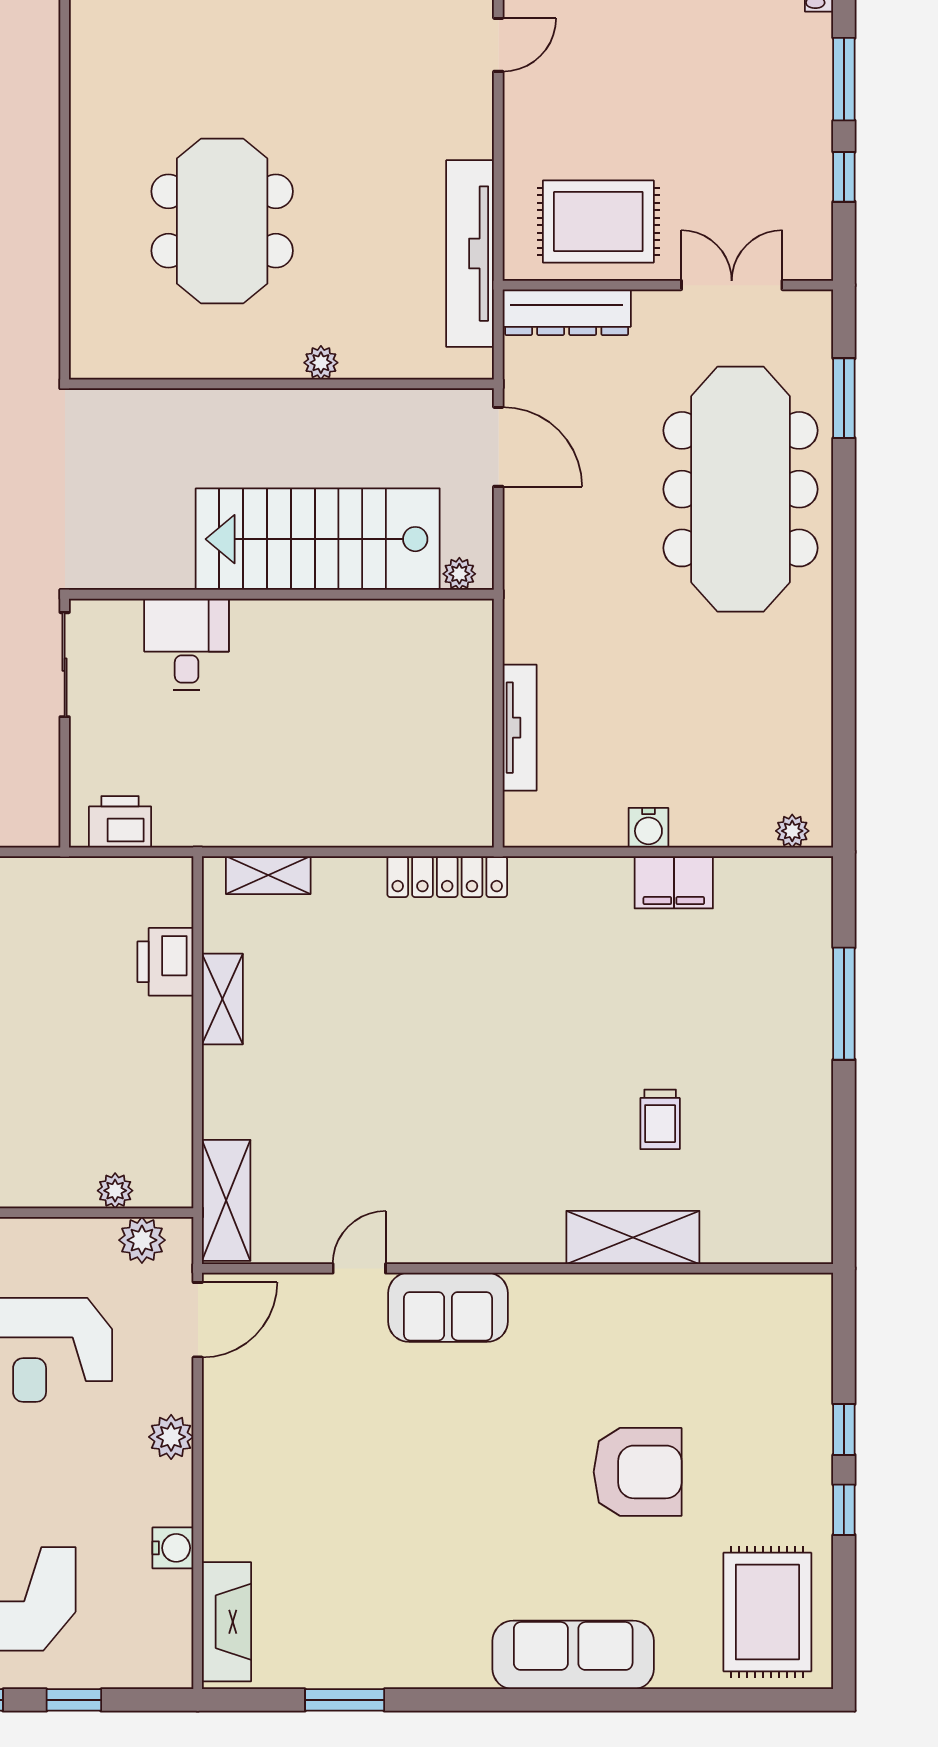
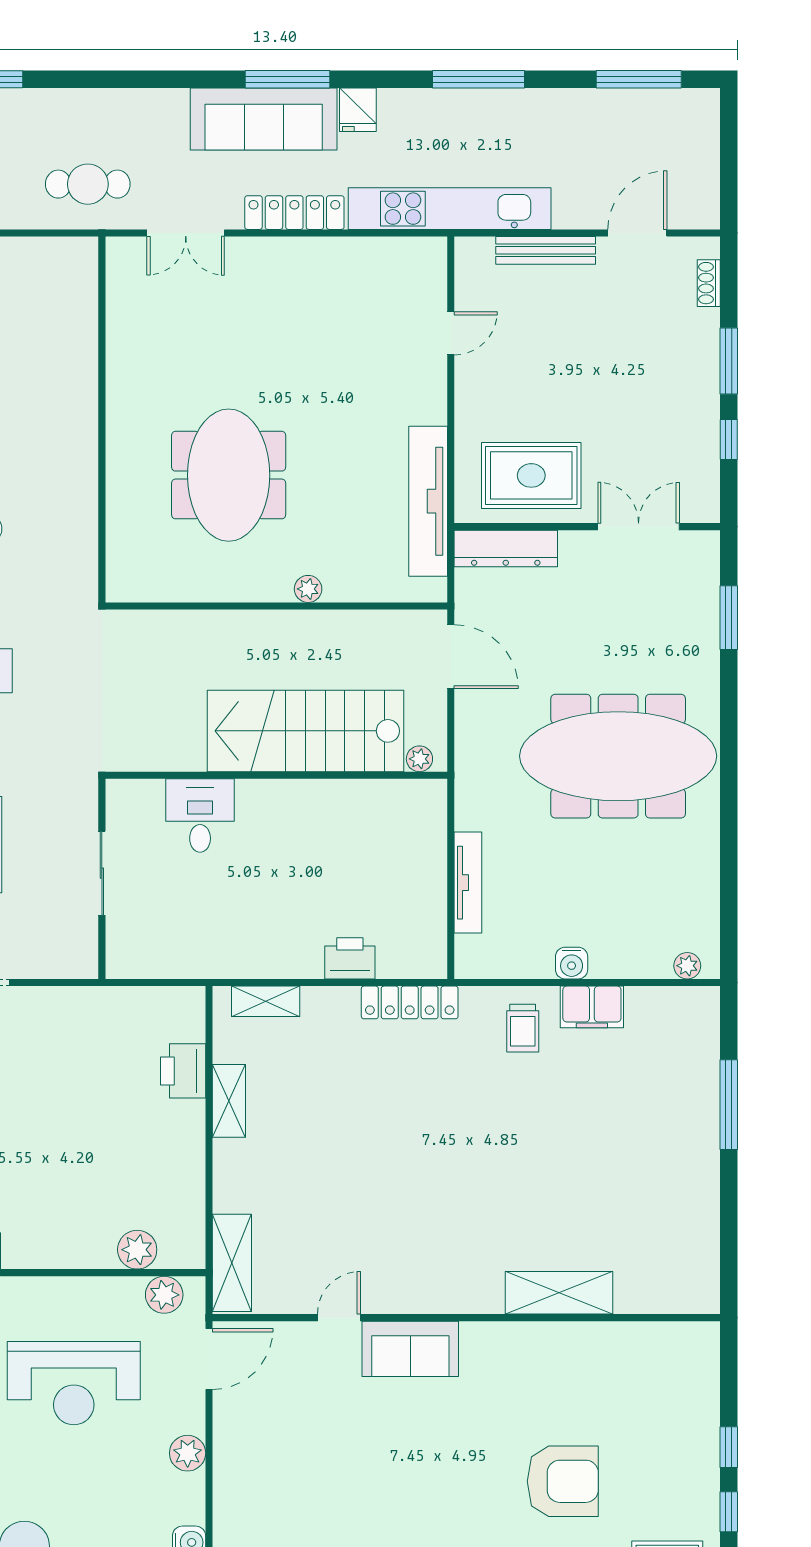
meeting table: (741, 489) -> (618, 756), moved, turned 90
sliding door: (65, 665) -> (102, 873), moved
printer: (120, 822) -> (350, 958), moved
trolley: (660, 1119) -> (523, 1028), moved
plant: (115, 1191) -> (137, 1250), width x1.38, depth x1.38

